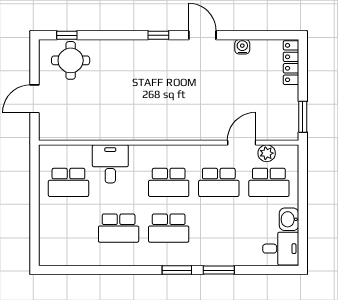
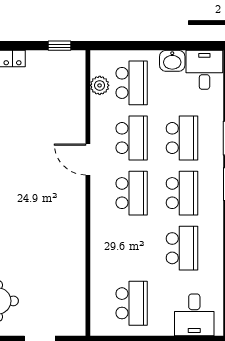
window: (303, 117) -> (60, 46), width x0.67
door: (242, 143) -> (88, 159), moved
desk: (110, 164) -> (194, 315), moved, turned -90
school desk: (219, 228) -> (182, 138), added

